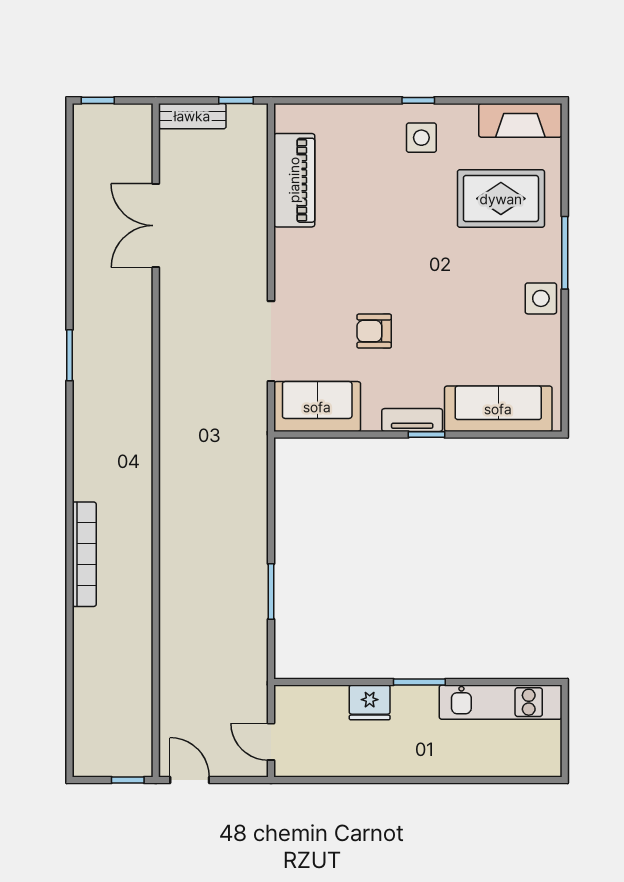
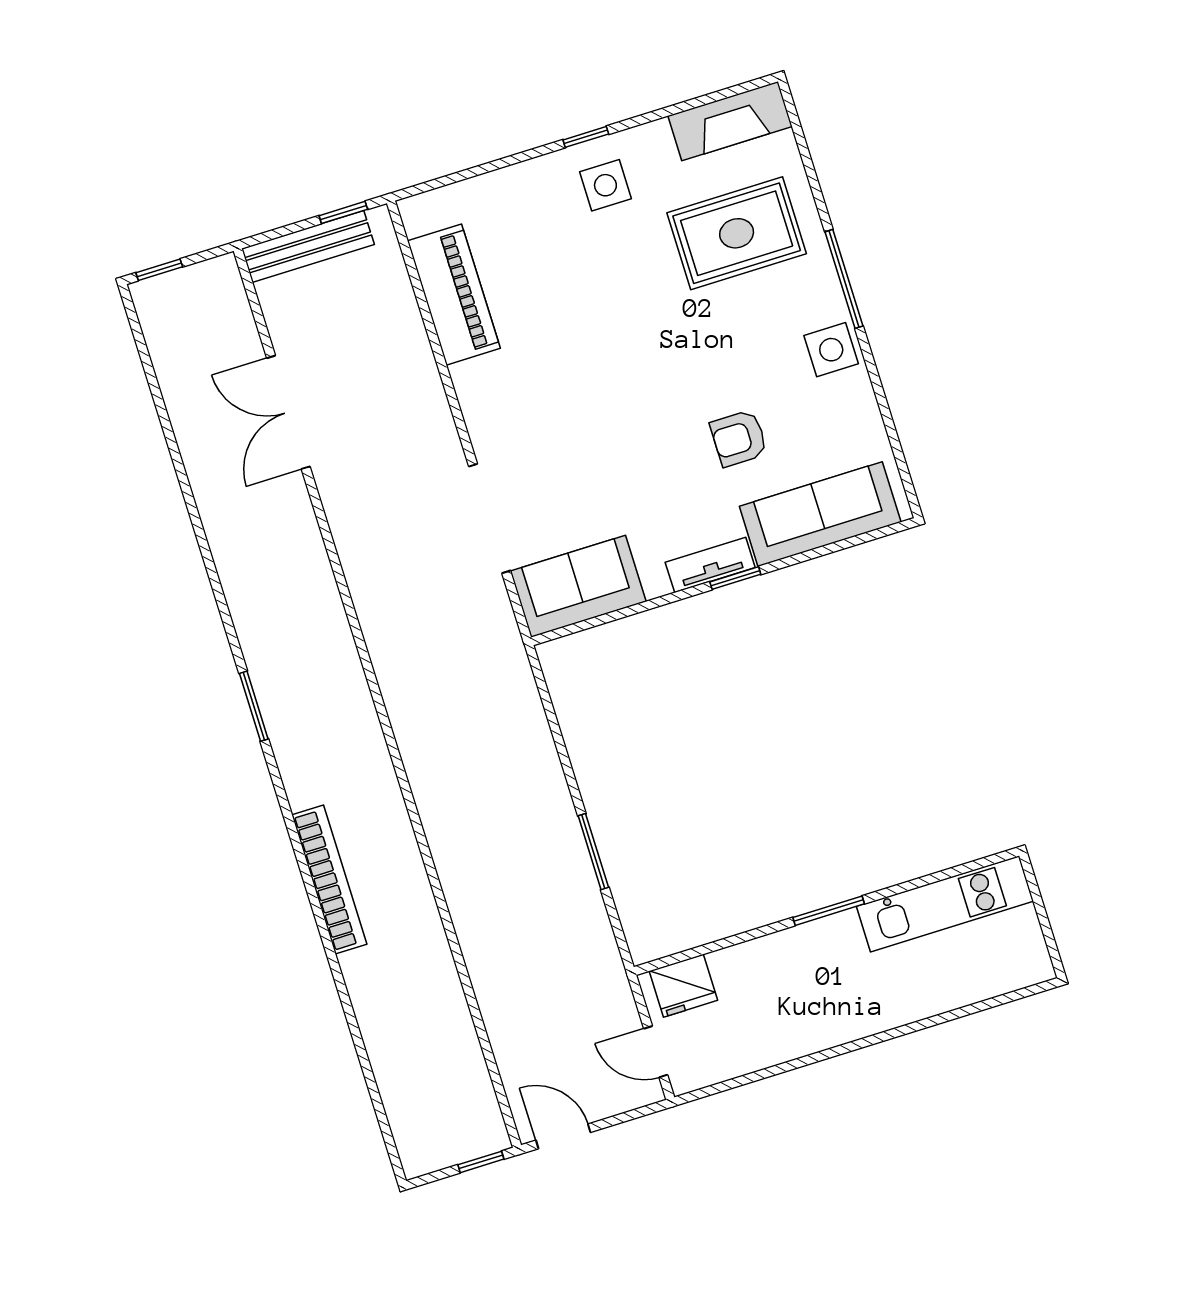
bench: (192, 116) -> (308, 246), width x1.36
armchair: (374, 331) -> (739, 438), moved
window: (69, 355) -> (254, 706), moved
fridge: (370, 702) -> (683, 986), moved

